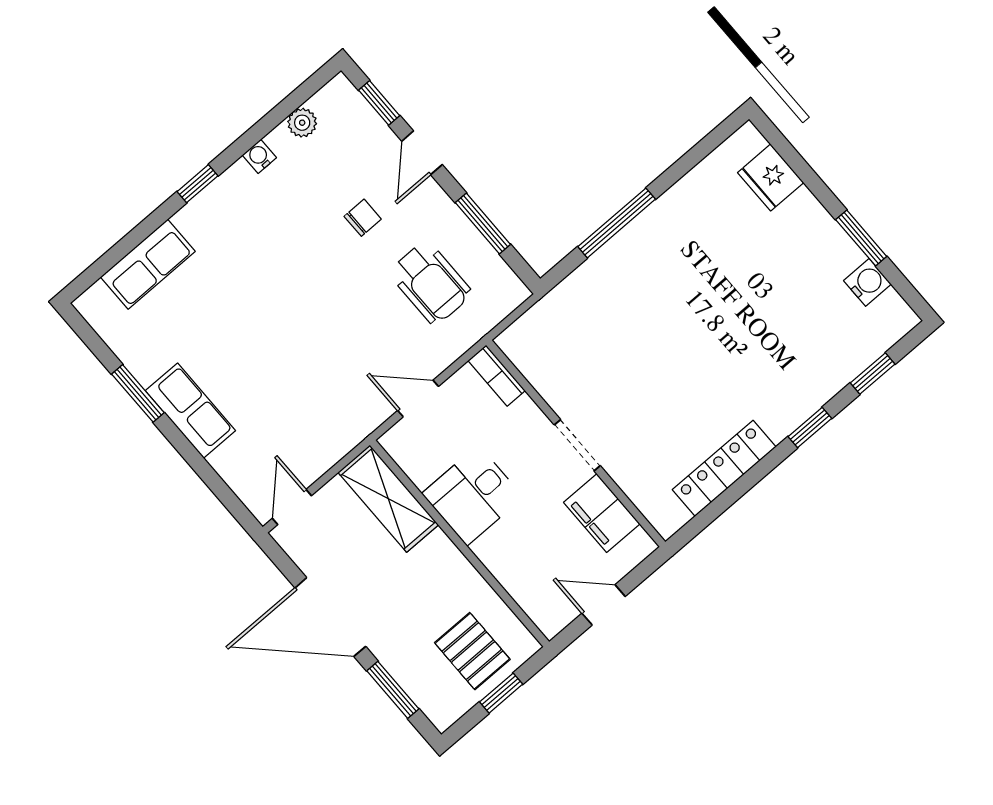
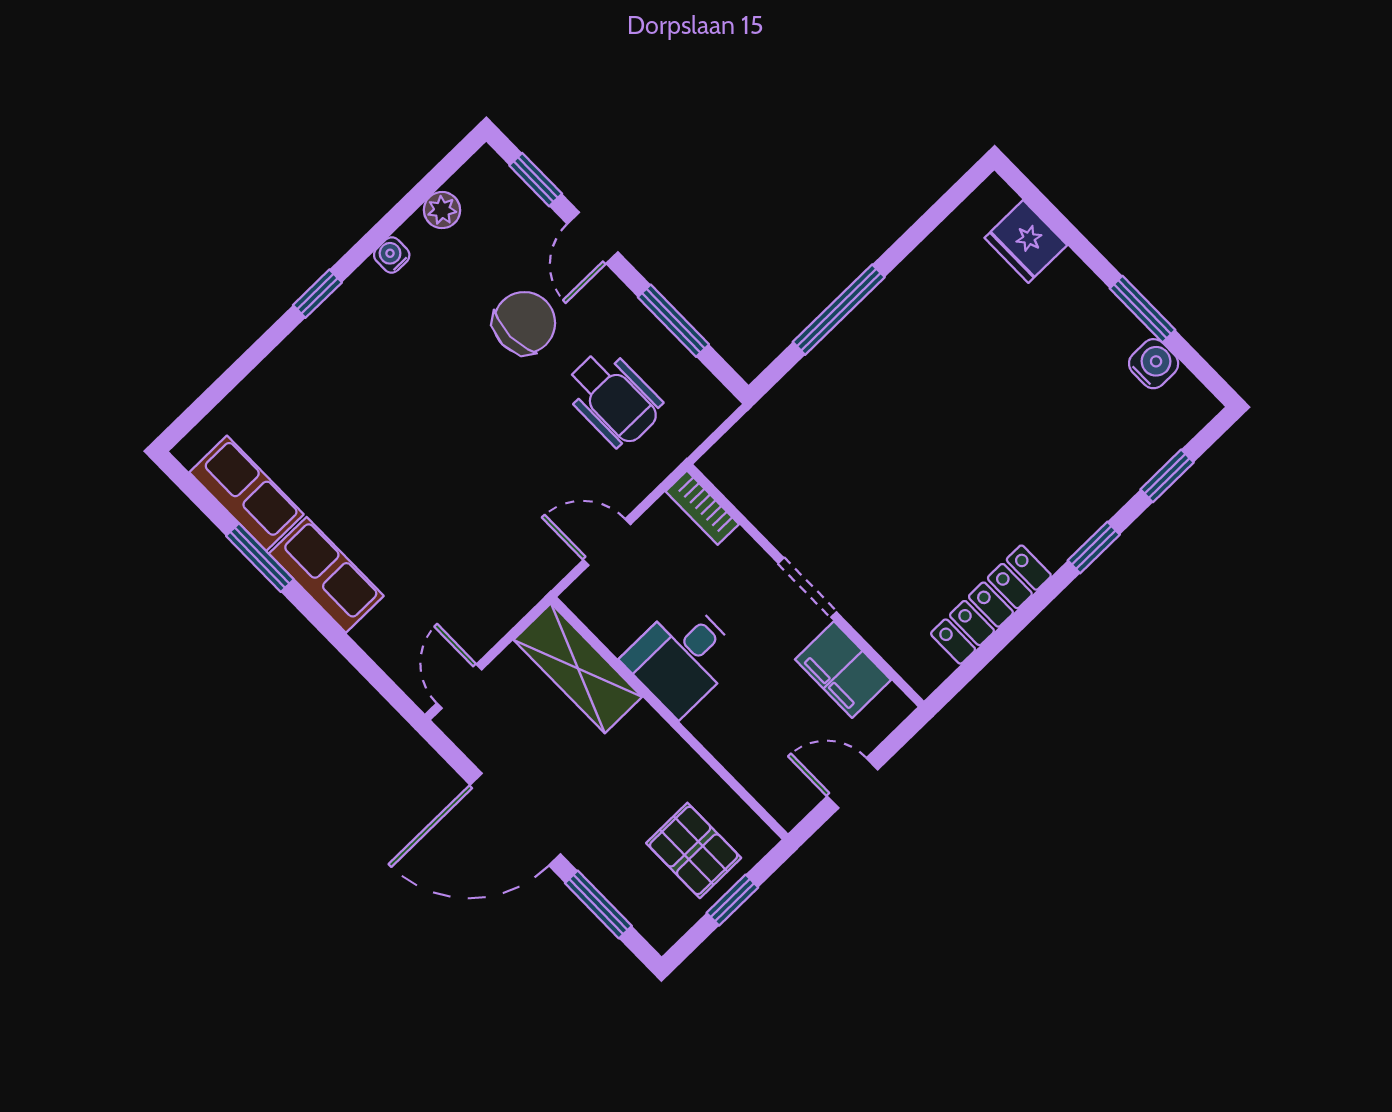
chair: (363, 218) -> (524, 323), width x1.87, depth x1.87
row of seats: (148, 264) -> (247, 493), moved, turned -90

